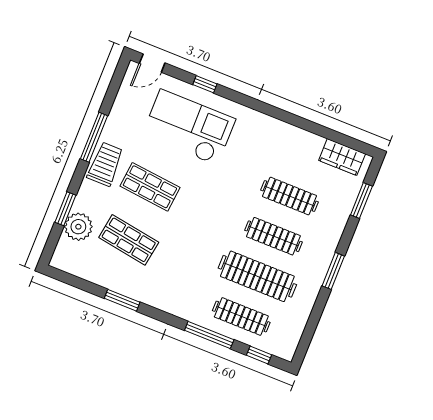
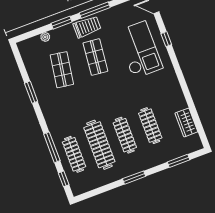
wardrobe: (342, 157) -> (186, 122), moved
window: (65, 209) -> (62, 23), moved
plant: (78, 227) -> (45, 37), width x0.53, depth x0.53

